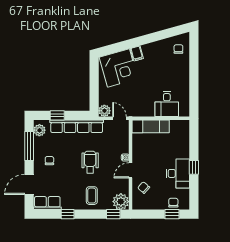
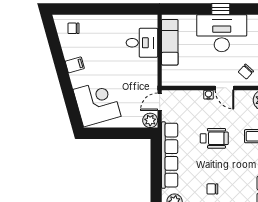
filing cabinet: (137, 53) -> (75, 65), moved
window: (57, 115) -> (156, 179), removed
exam couch: (151, 126) -> (170, 42), moved
wheelchair: (90, 162) -> (214, 138), turned 180
desk: (178, 173) -> (222, 33), width x1.36, depth x1.30

